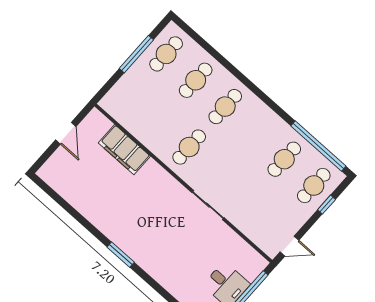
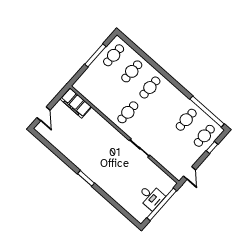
door: (66, 133) -> (44, 114), moved
filing cabinet: (124, 150) -> (76, 103), moved
door: (289, 246) -> (189, 173), hinge flipped

